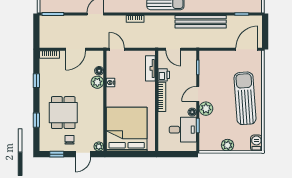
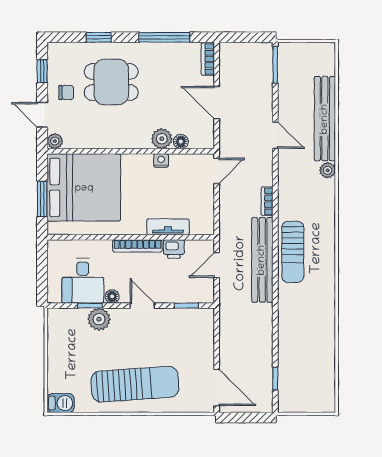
bench: (201, 22) -> (262, 260), moved
tv unit: (150, 68) -> (168, 227), moved
window: (36, 81) -> (164, 37), width x2.17
plant: (206, 109) -> (99, 319), moved
plant: (228, 145) -> (57, 355), removed
window: (134, 154) -> (42, 199), added

